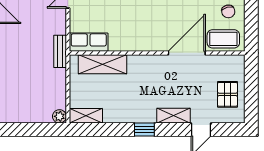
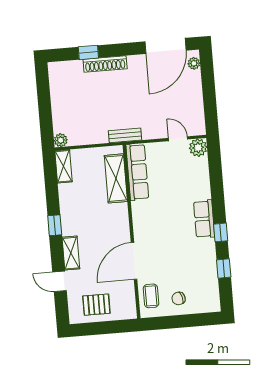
coffee table: (223, 39) -> (151, 296), width x0.73, depth x0.77
row of seats: (89, 42) -> (137, 172), width x1.48
door: (187, 53) -> (134, 261), swing flipped

